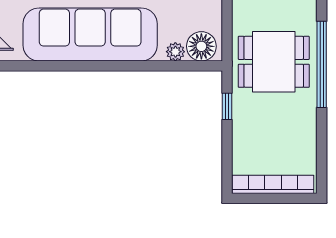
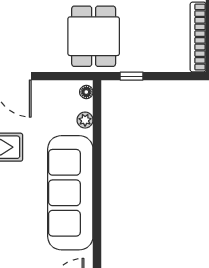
floor lamp: (201, 46) -> (86, 92), width x0.53, depth x0.53

